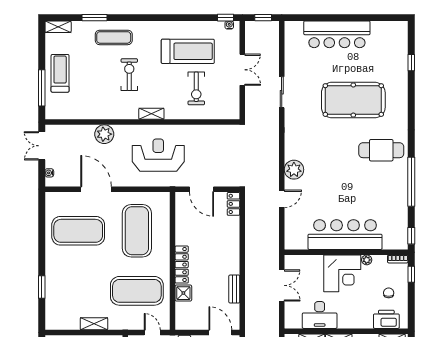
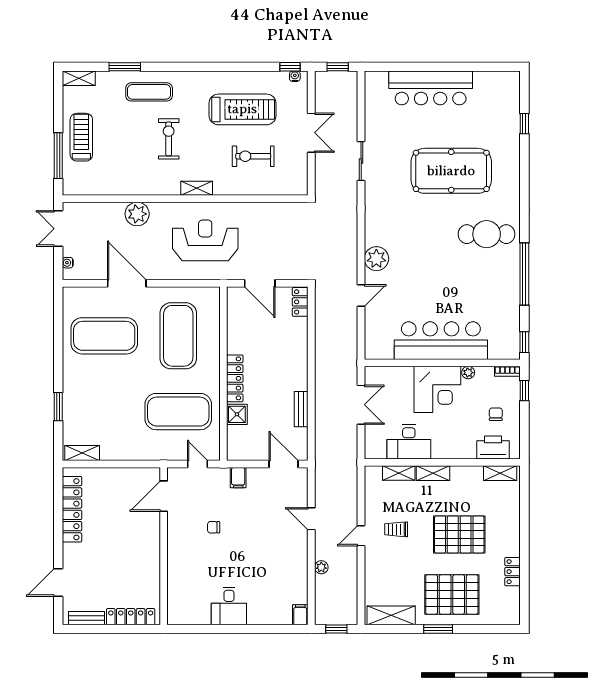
exercise bike: (196, 88) -> (253, 156), turned 90
shelving: (94, 324) -> (82, 453), moved

